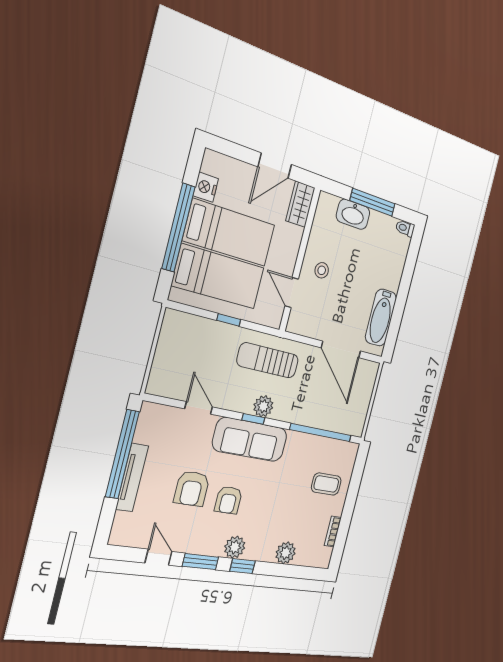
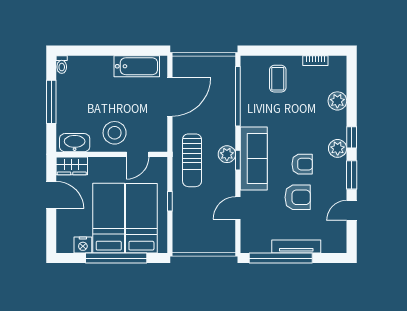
washbasin: (353, 214) -> (75, 143), moved, turned -90
stool: (322, 270) -> (115, 133), width x1.89, depth x1.89

